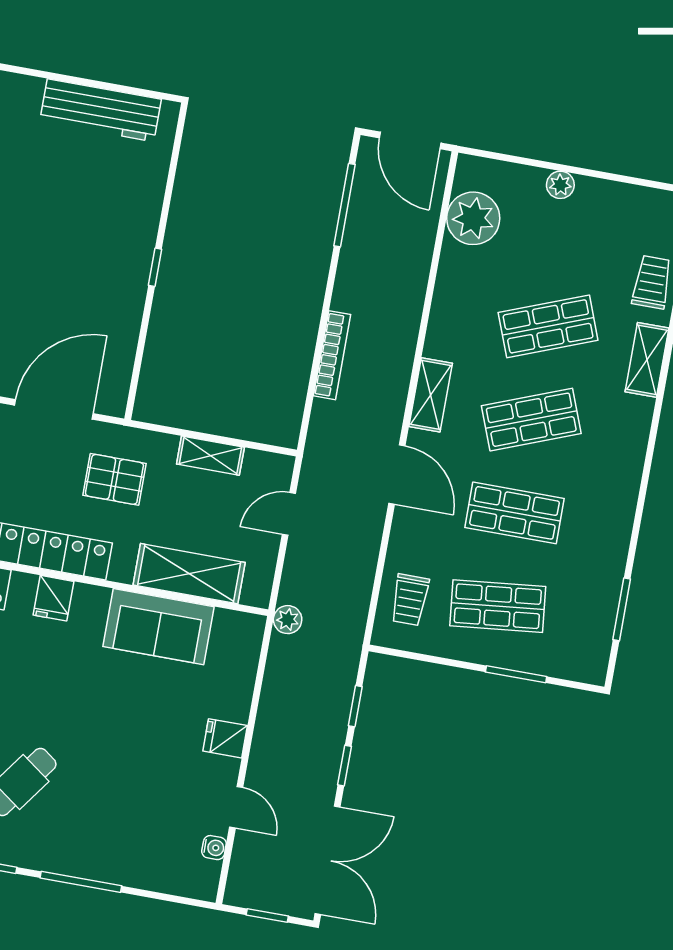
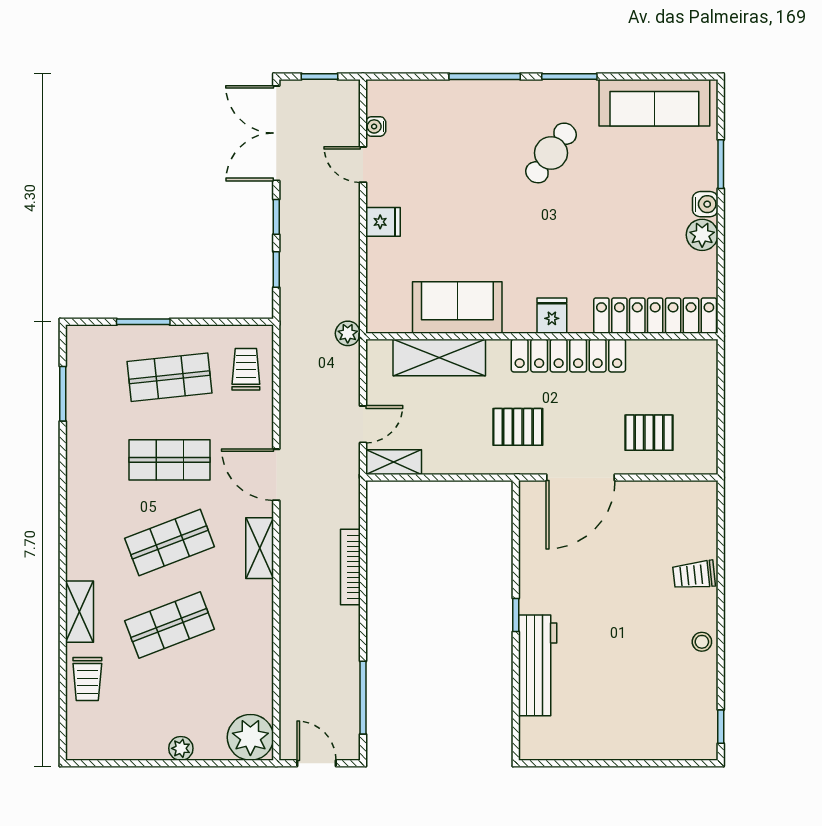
workbench: (101, 110) -> (538, 665), moved, turned 90
door: (410, 140) -> (317, 763), width x0.73
plant: (473, 218) -> (250, 737), moved
shelving: (210, 456) -> (394, 462), moved

